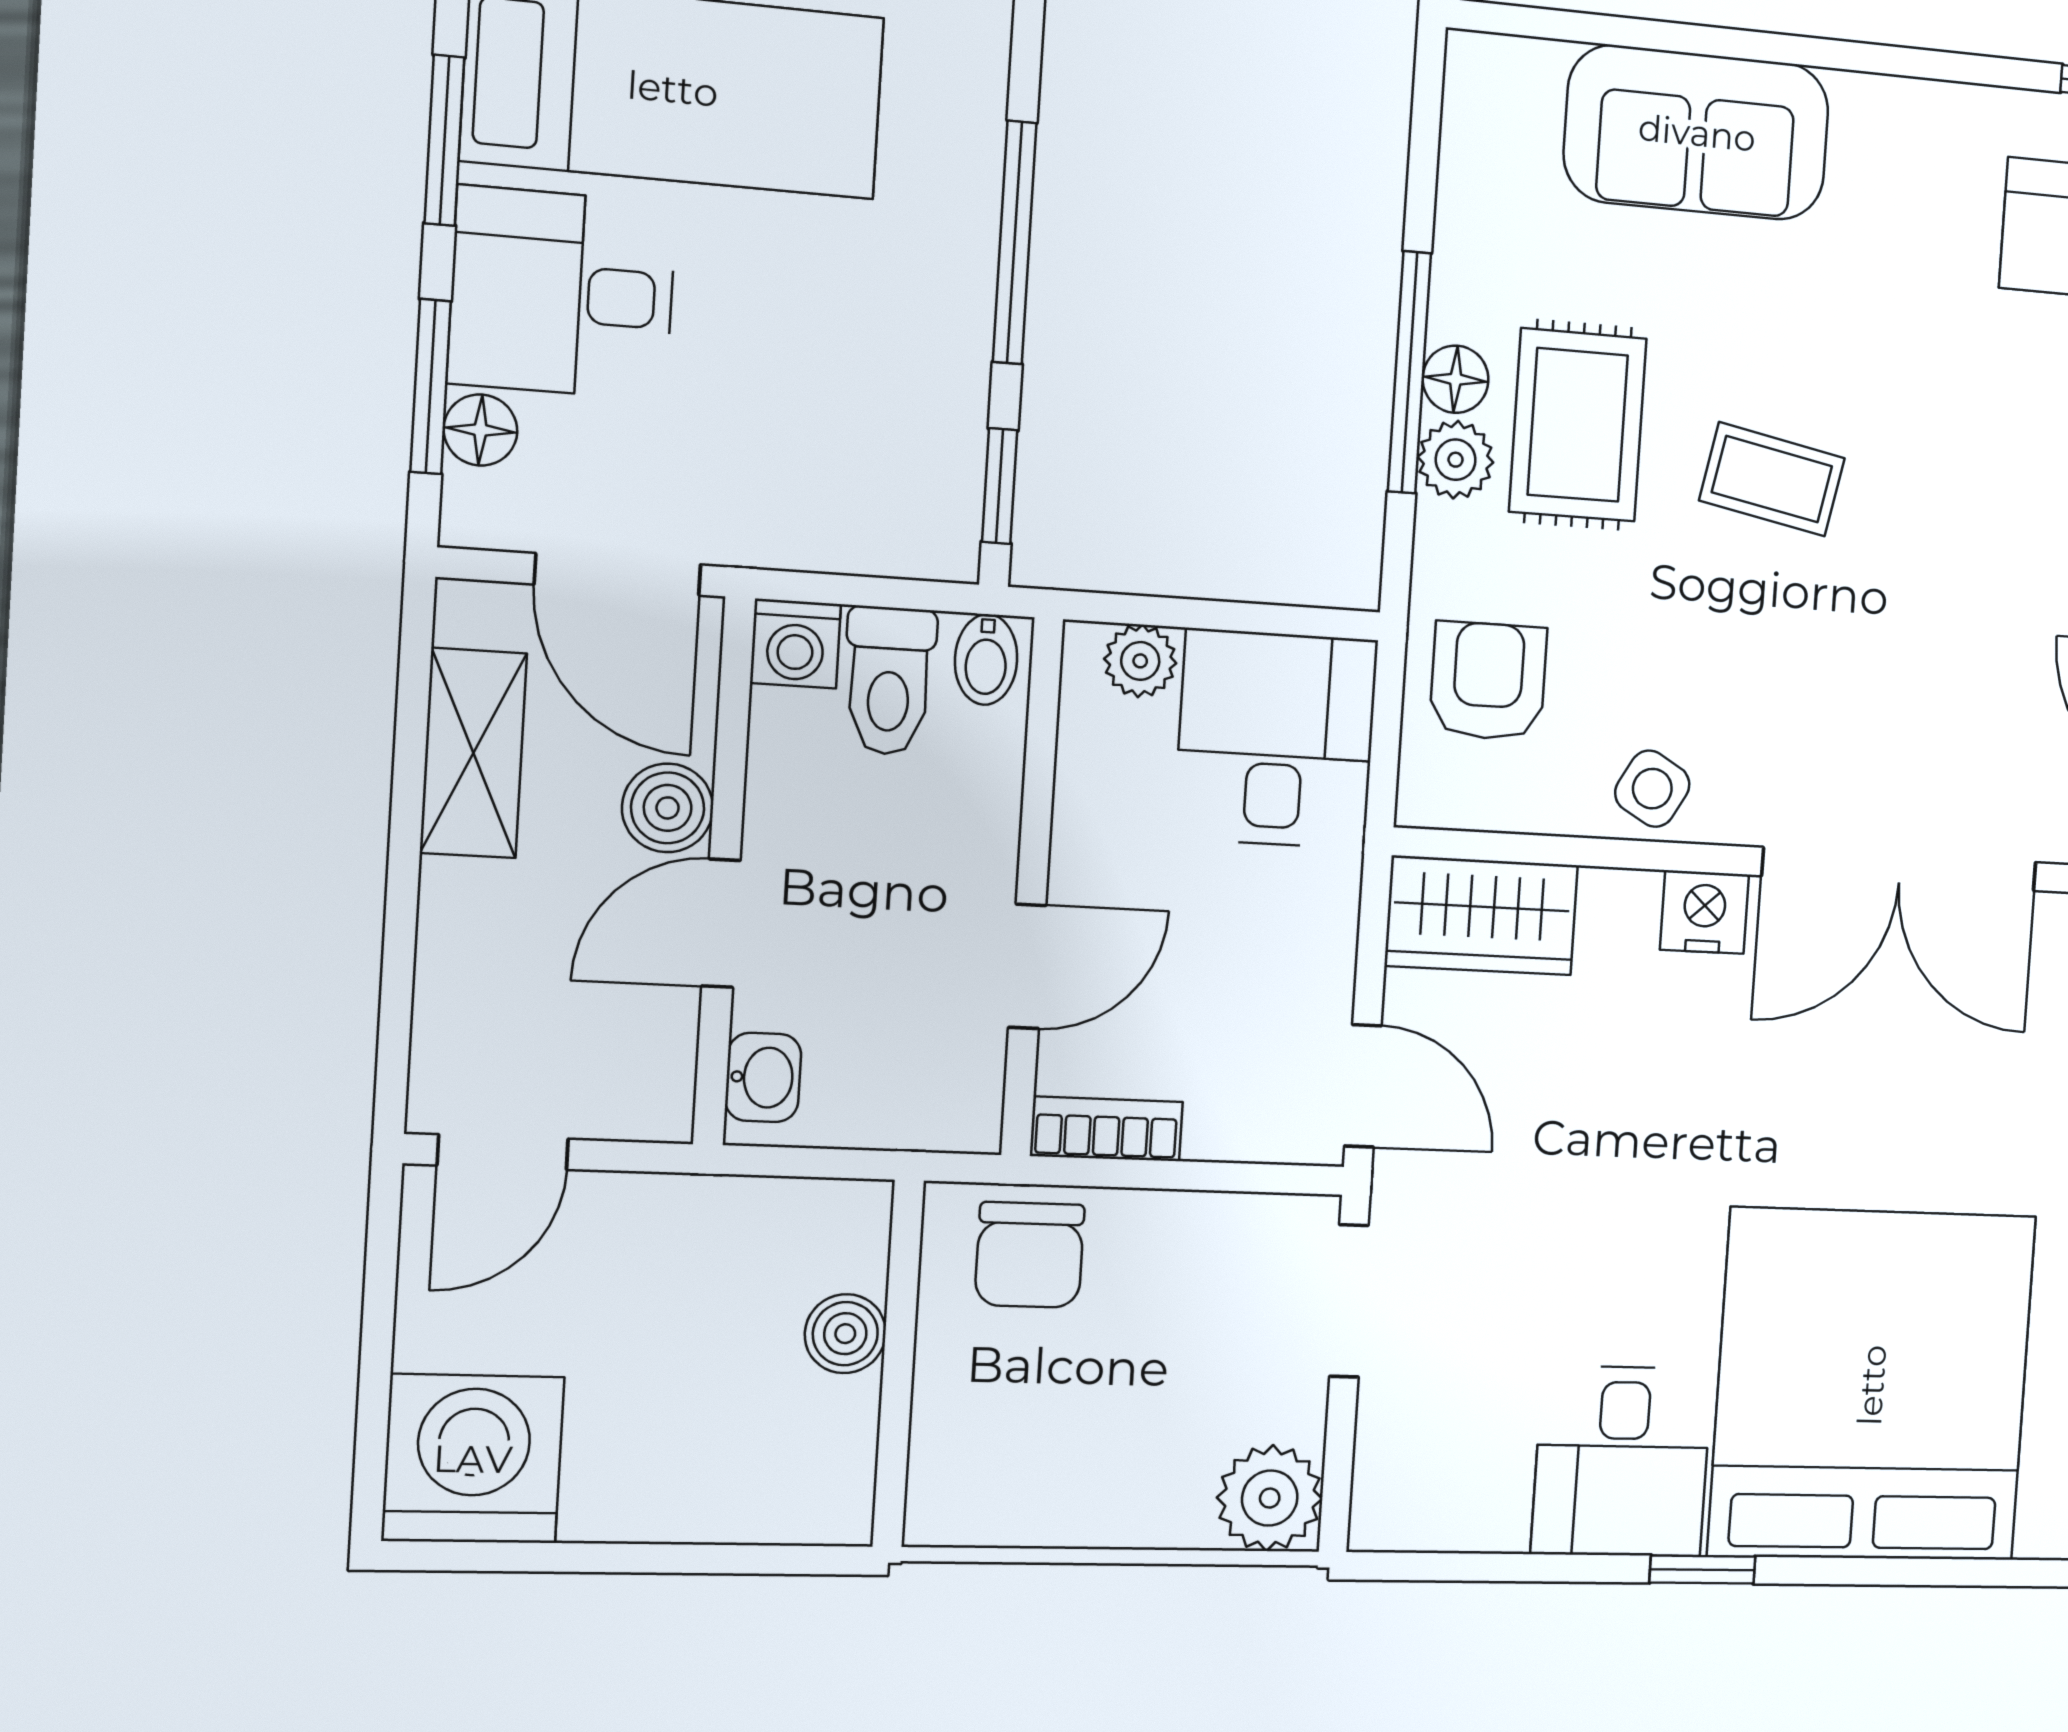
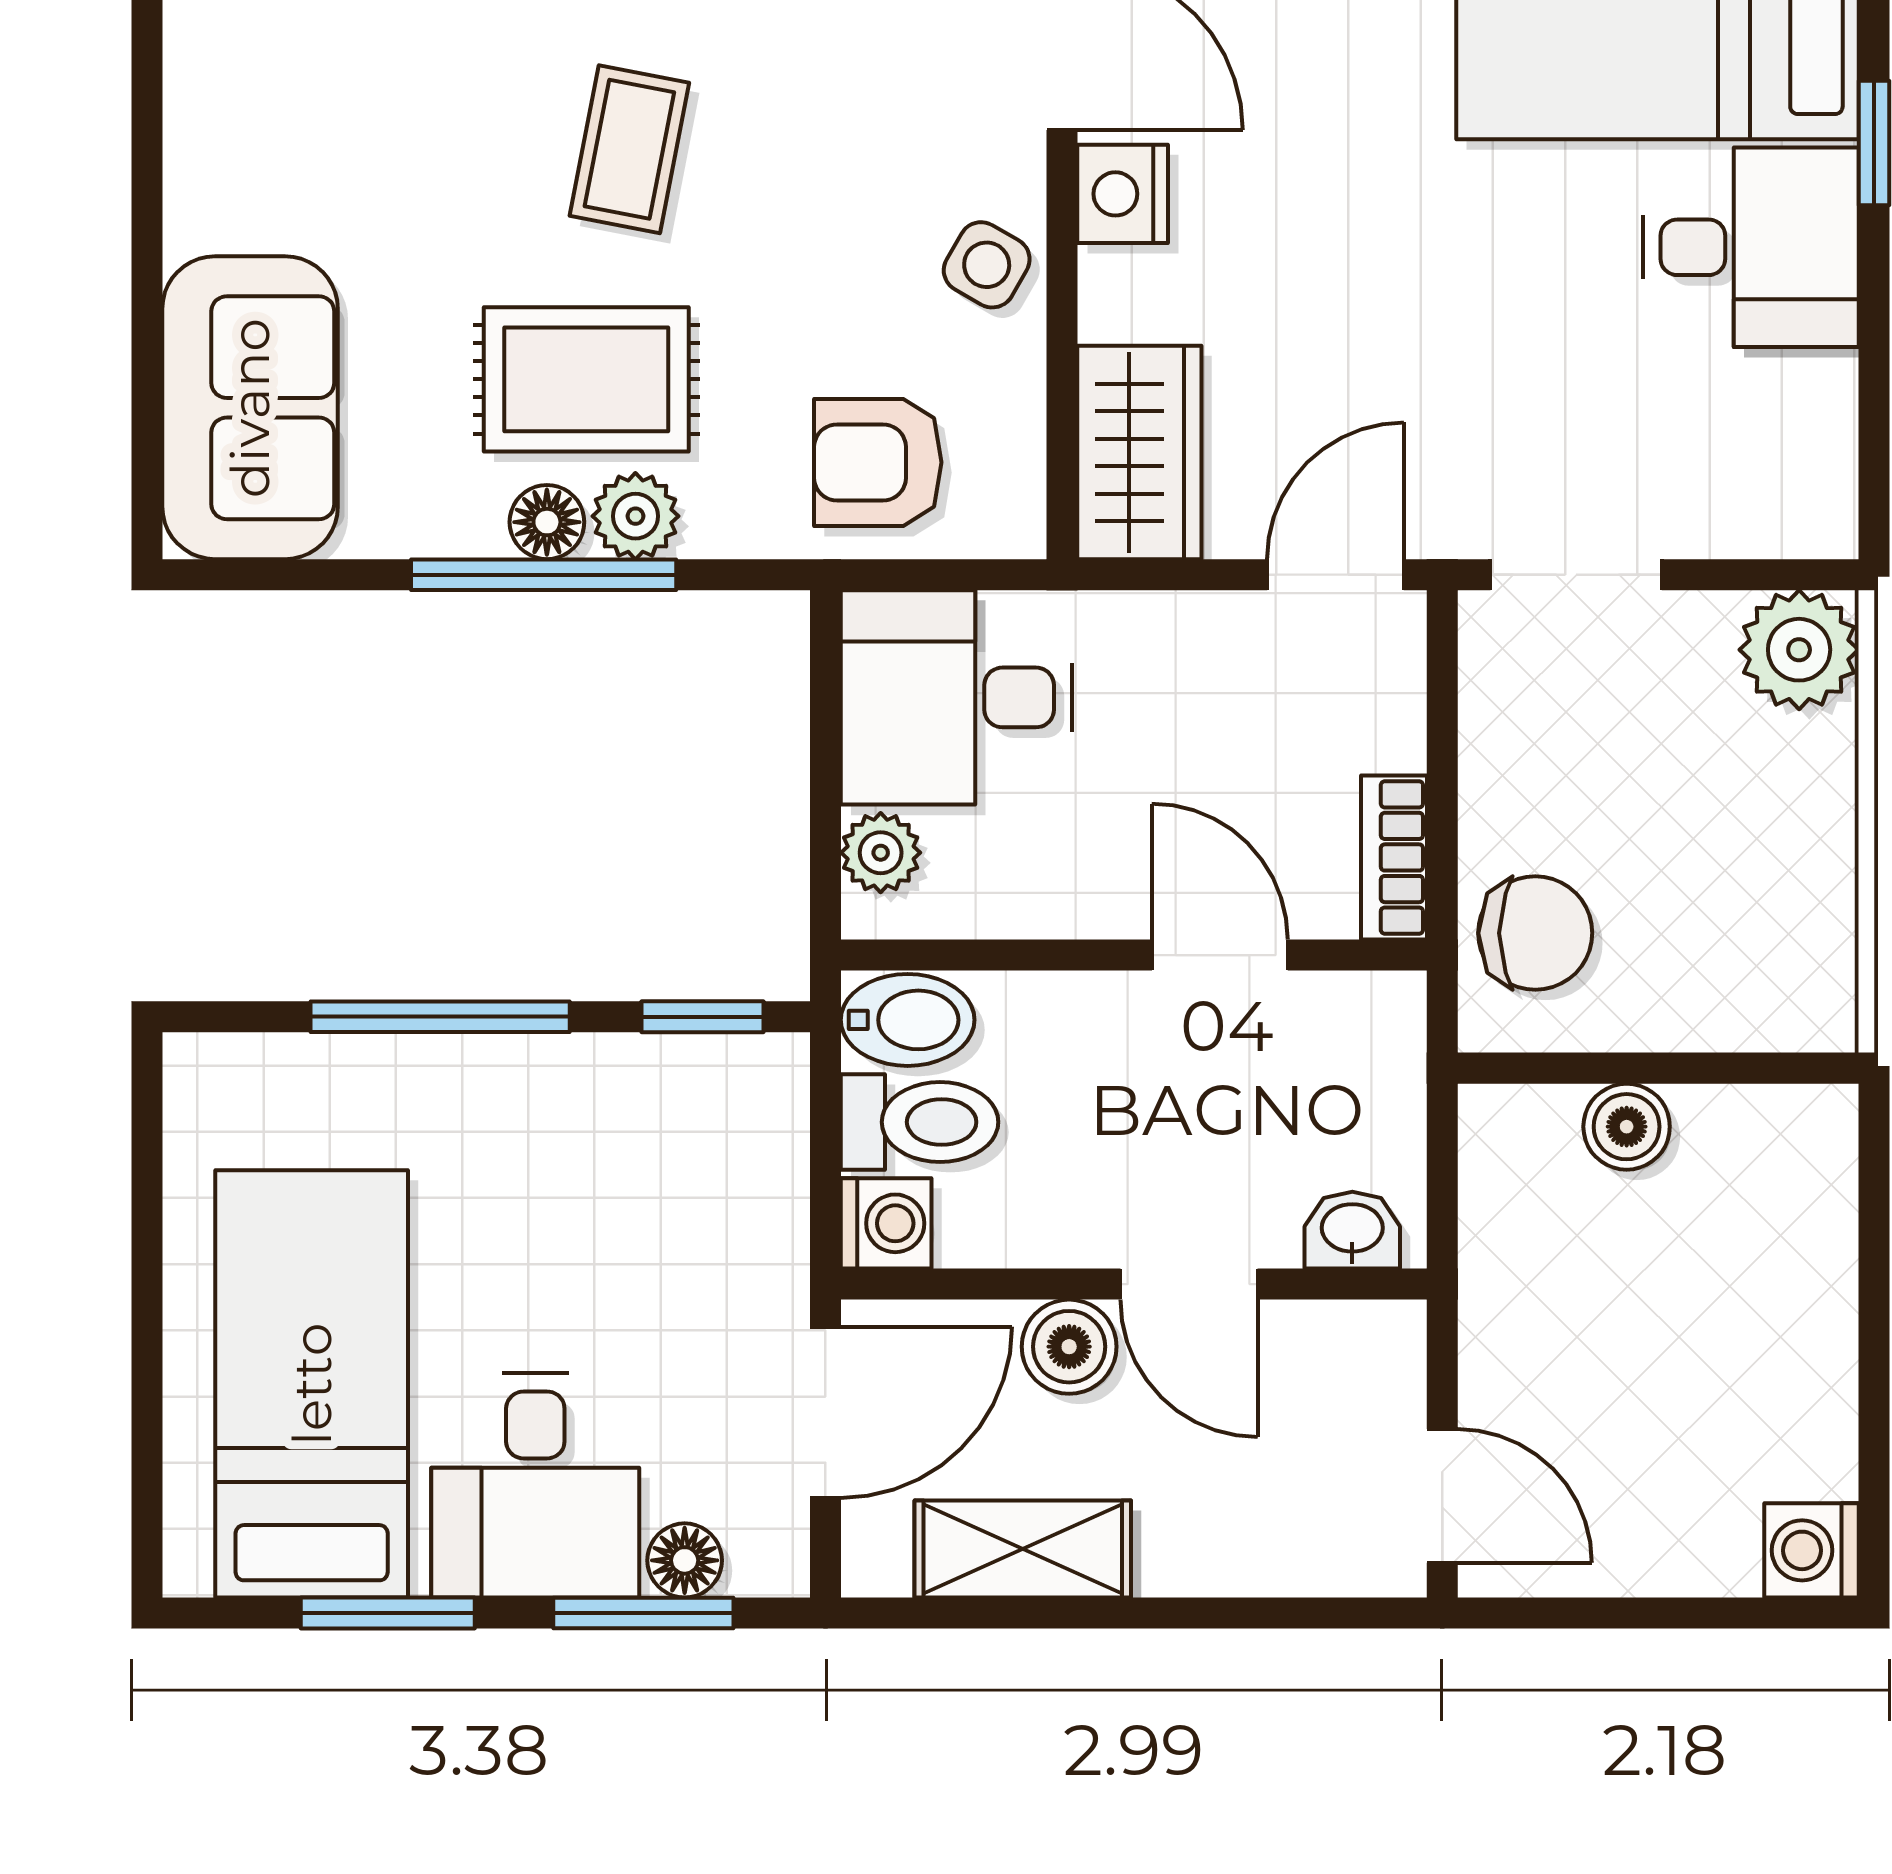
sofa: (1697, 133) -> (250, 408), moved
bidet: (986, 659) -> (908, 1020), width x1.38, depth x1.36
washing machine: (473, 1459) -> (1811, 1550), width x0.53, depth x0.53

